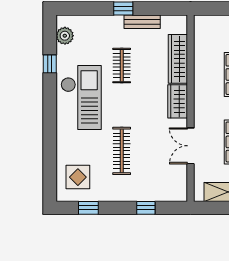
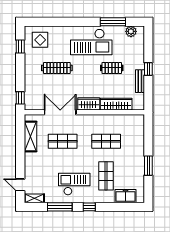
window: (50, 64) -> (113, 22), width x2.17
double door: (190, 146) -> (60, 112), width x1.37
window: (146, 208) -> (20, 98), moved

